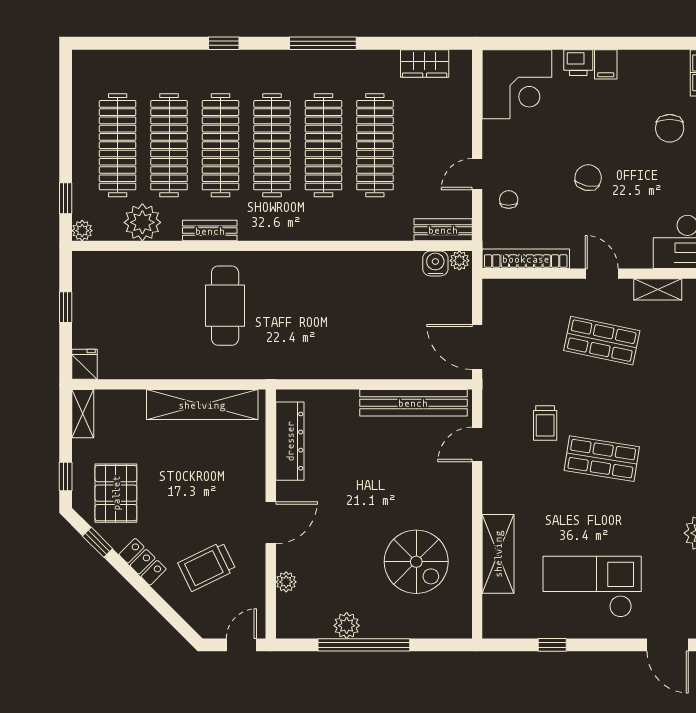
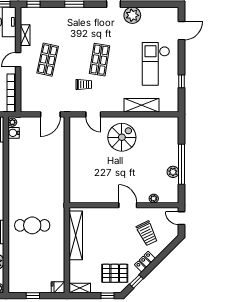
bench: (413, 403) -> (75, 142), removed
dresser: (290, 441) -> (92, 197), removed
spiral stairs: (416, 562) -> (122, 137), moved

